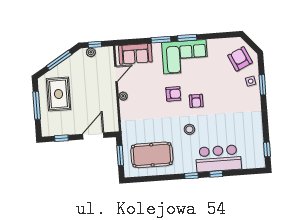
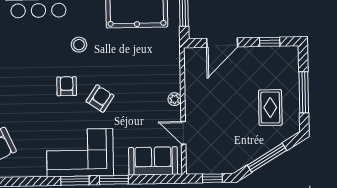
plant: (91, 52) -> (219, 167), removed
door: (116, 74) -> (183, 133), hinge flipped
rug: (59, 94) -> (270, 108), width x0.73, depth x0.70
armchair: (173, 94) -> (100, 99), turned 124

